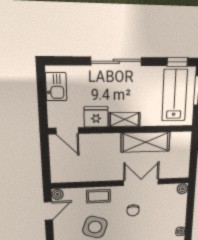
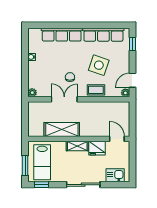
kitchen sink: (56, 87) -> (115, 175), moved, turned 90
double door: (141, 182) -> (64, 99), swing flipped

